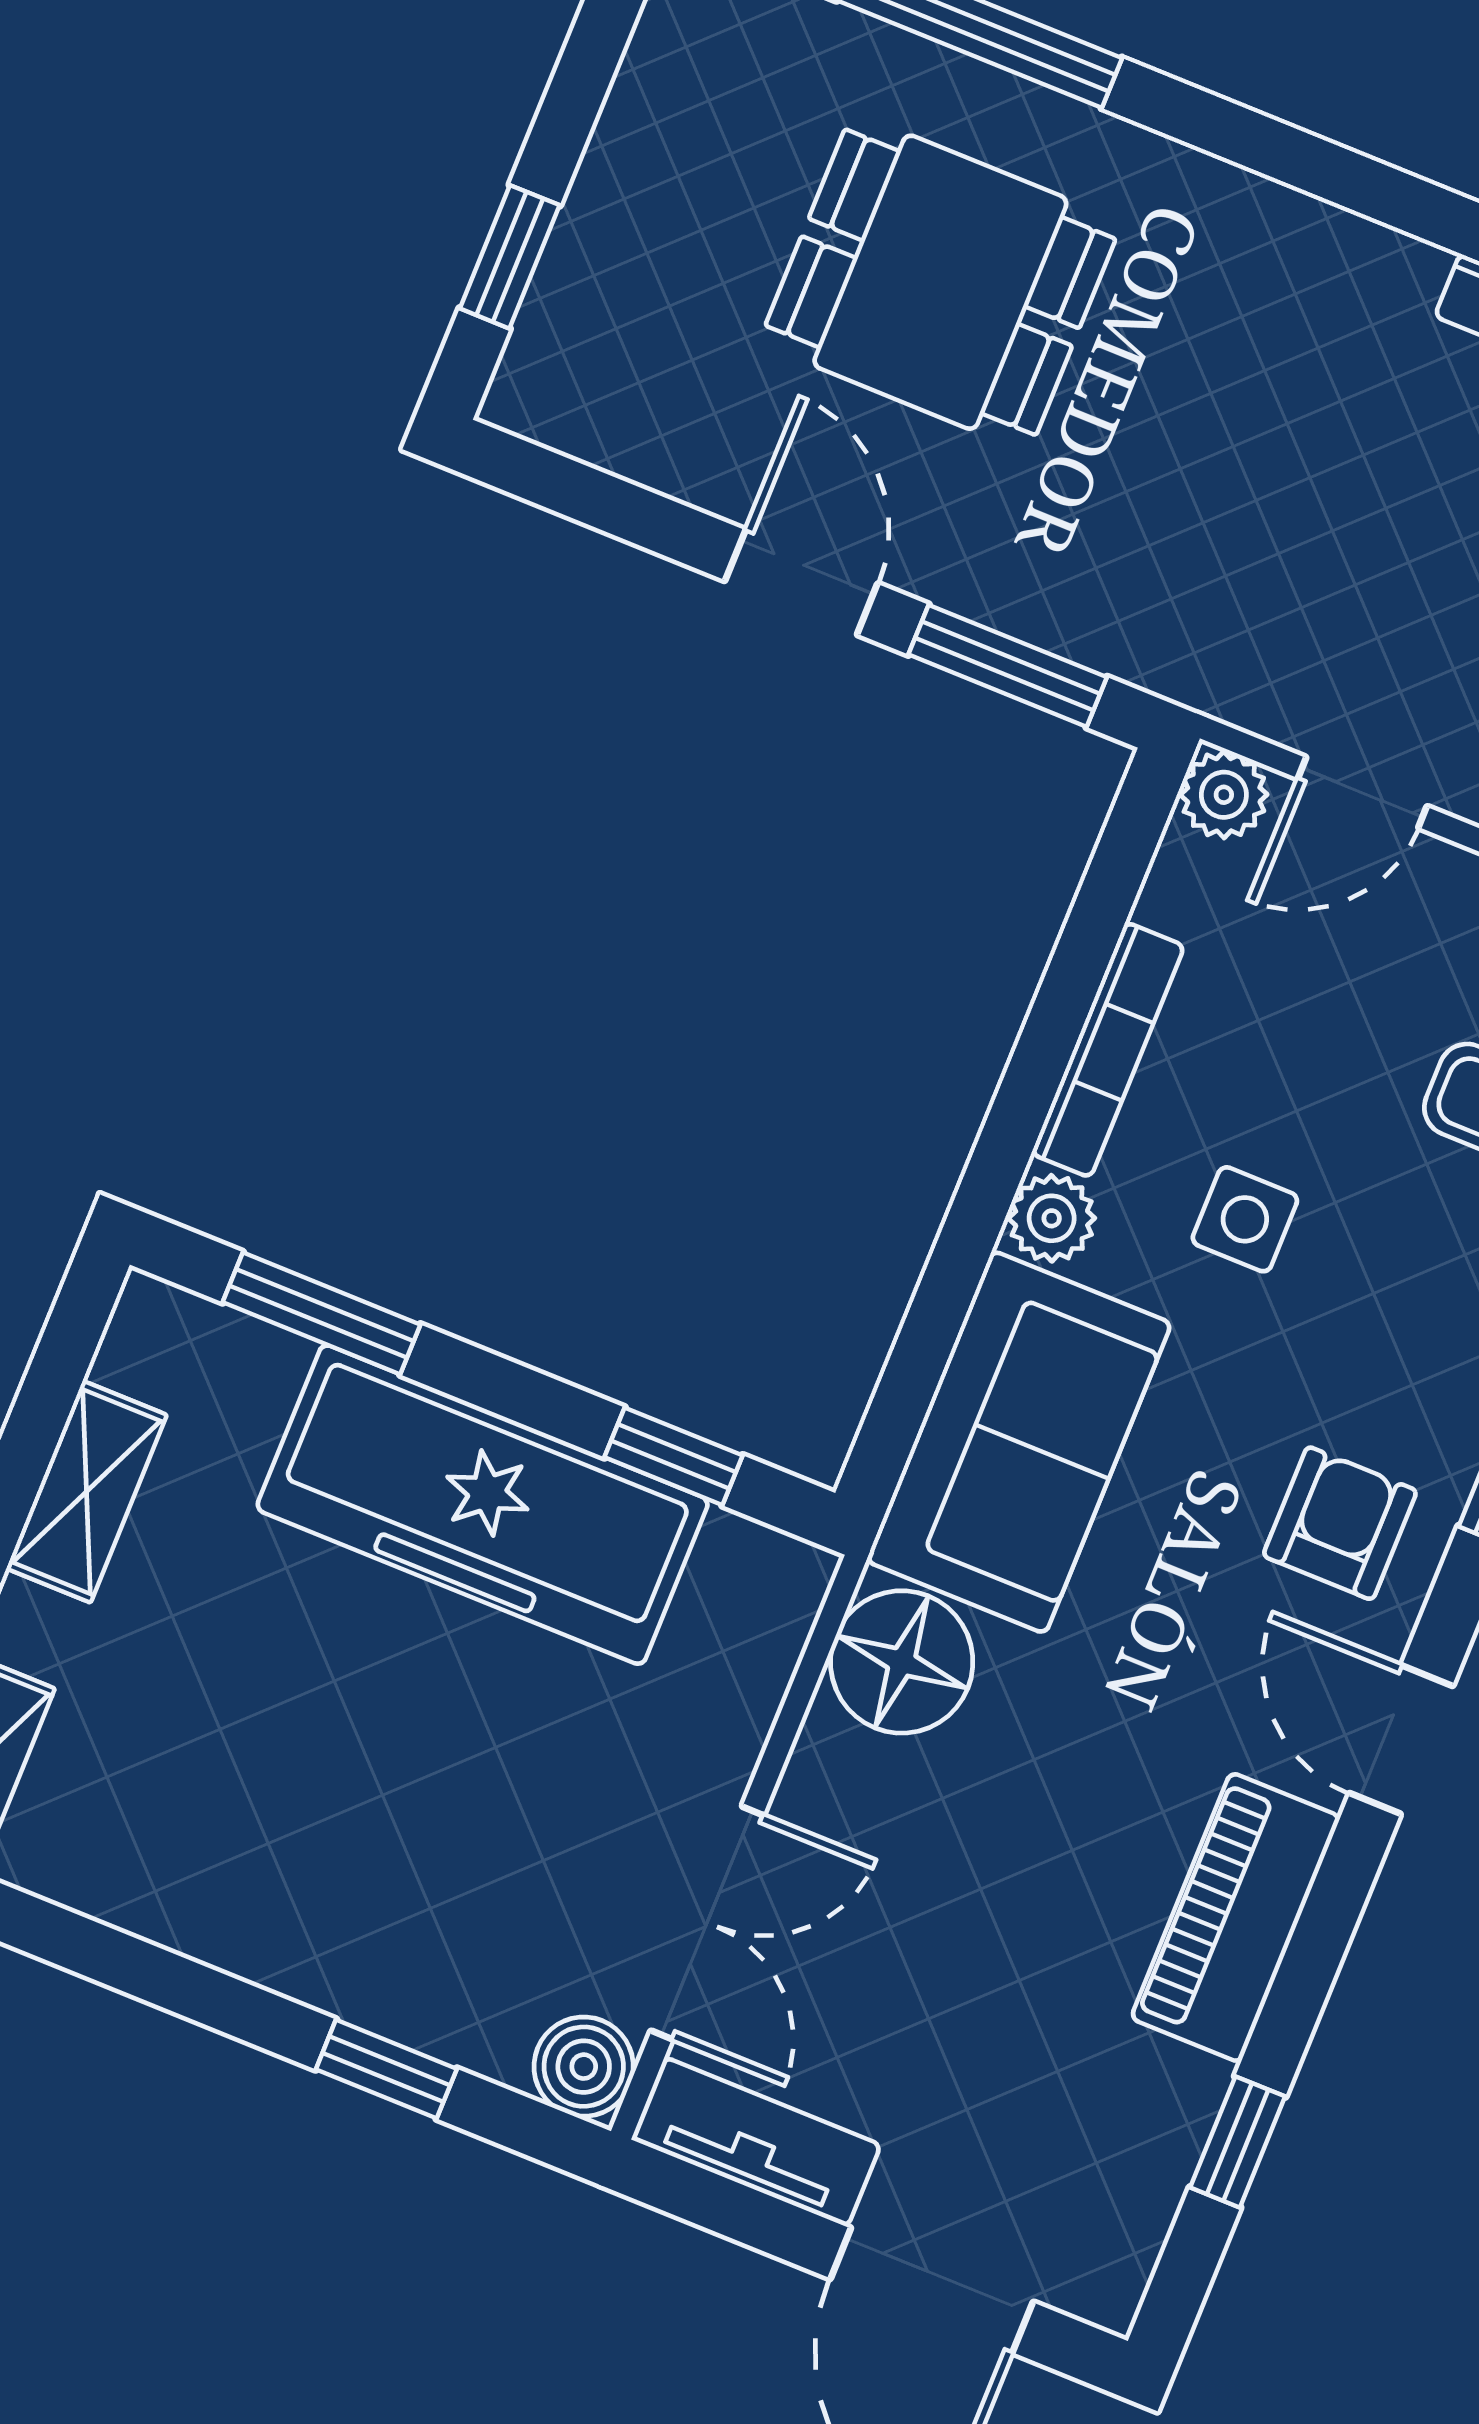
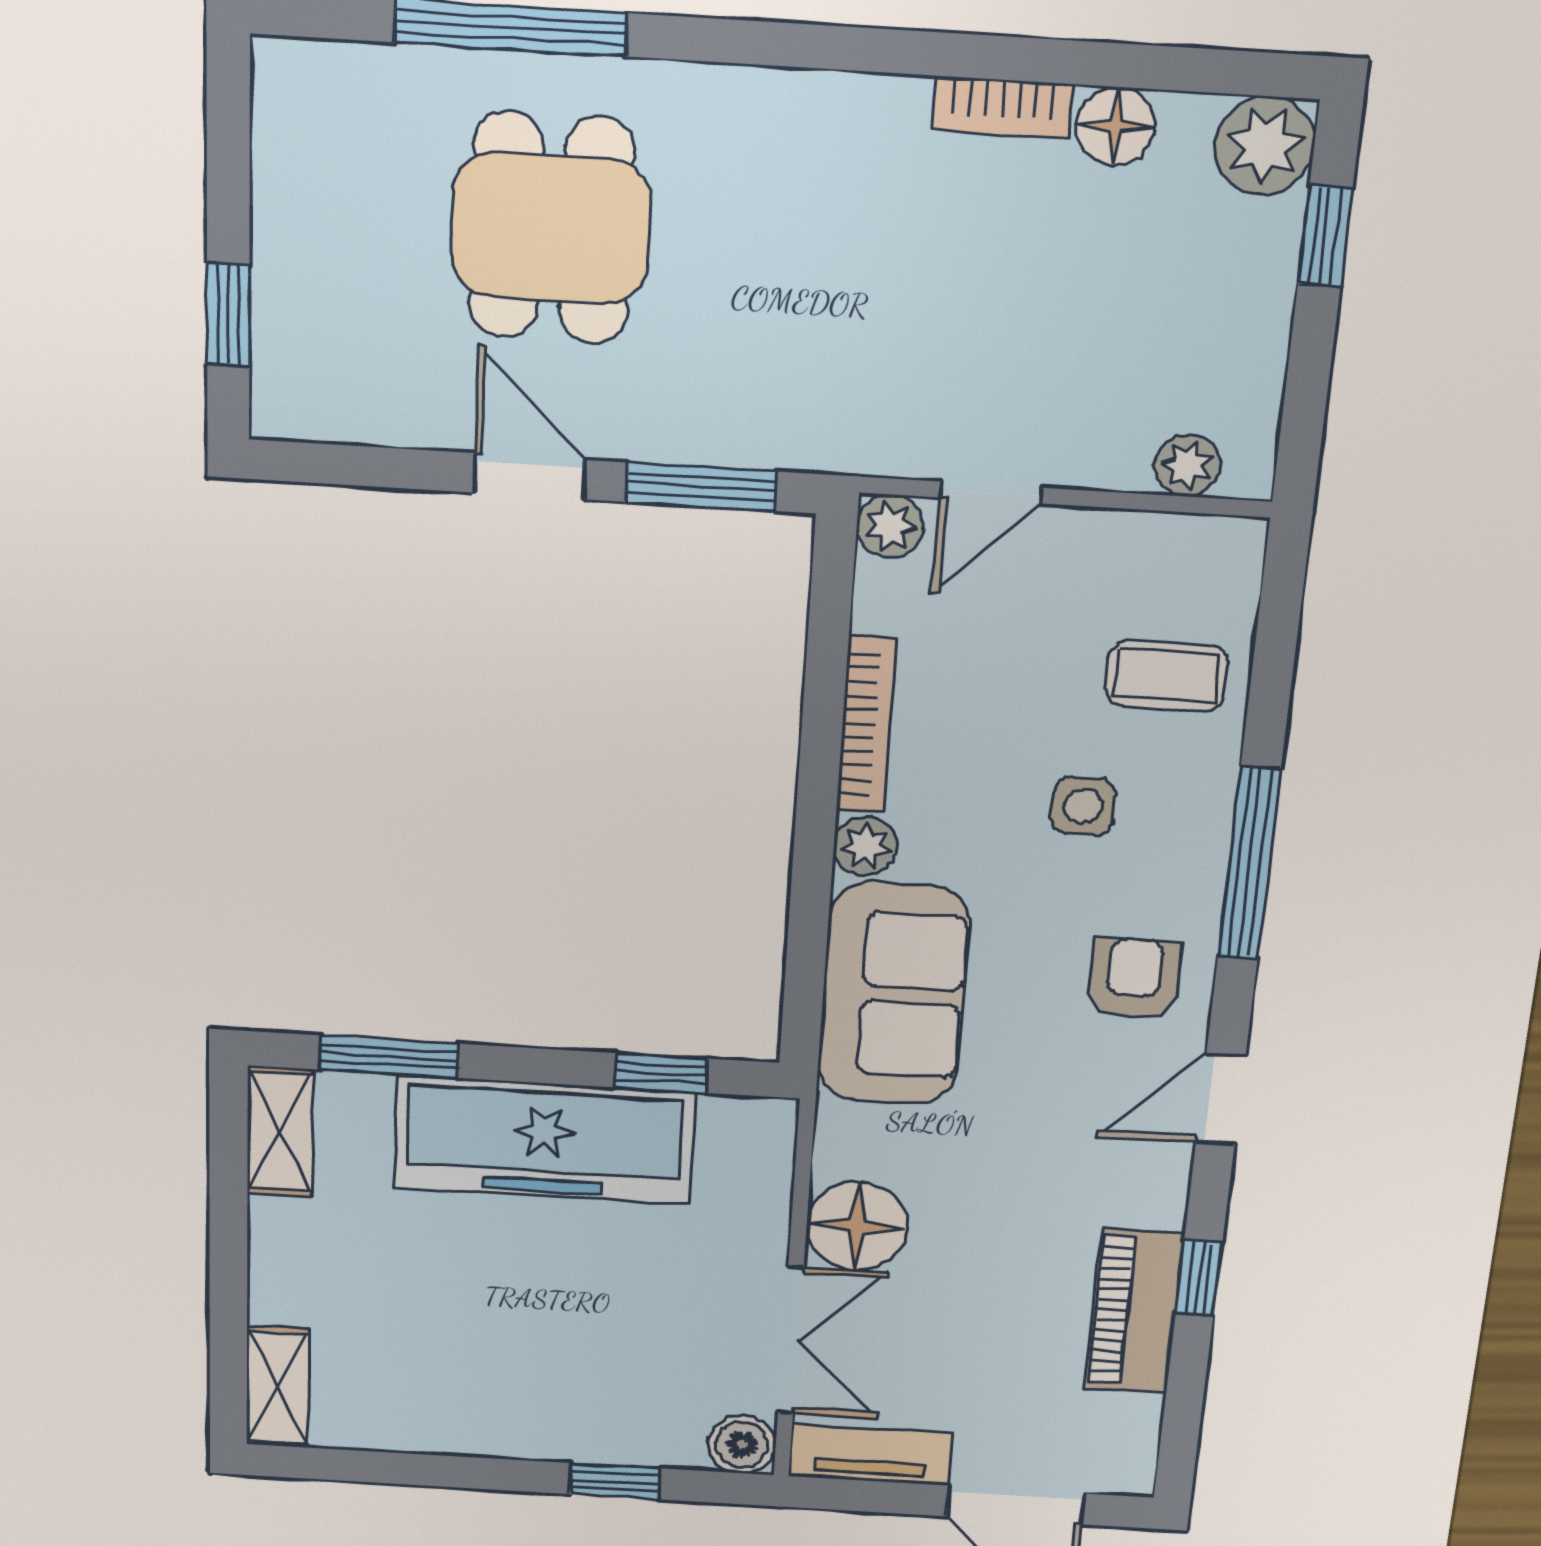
dining table: (940, 282) -> (551, 228), turned 90
side table: (1245, 1219) -> (1083, 806), moved
shelving: (86, 1492) -> (280, 1132), moved
floor lamp: (902, 1662) -> (857, 1226), moved
door: (1401, 1739) -> (1221, 1099), hinge flipped
piano: (1236, 1917) -> (1134, 1311), moved
window: (1238, 2142) -> (1199, 1278), moved

